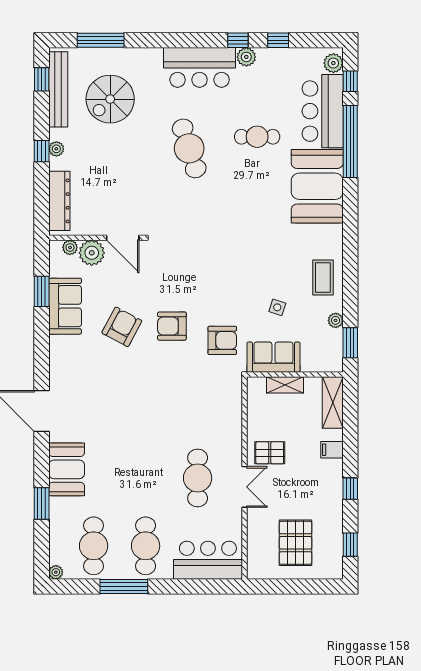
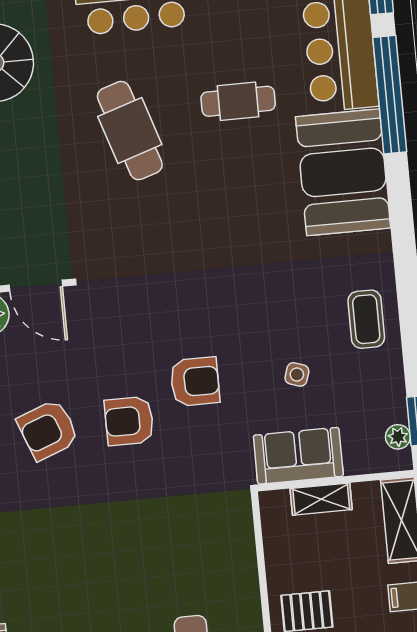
plant: (336, 320) -> (398, 437), moved
armchair: (122, 327) -> (48, 430), turned -139
armchair: (222, 340) -> (195, 382), moved

